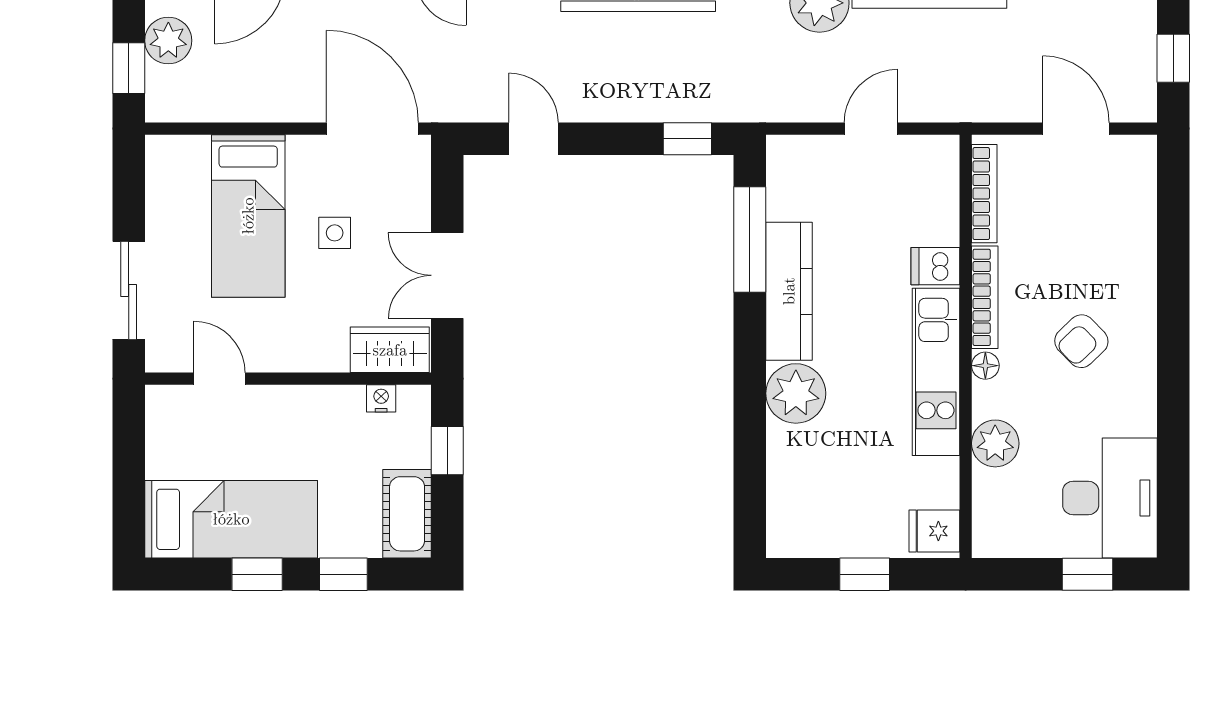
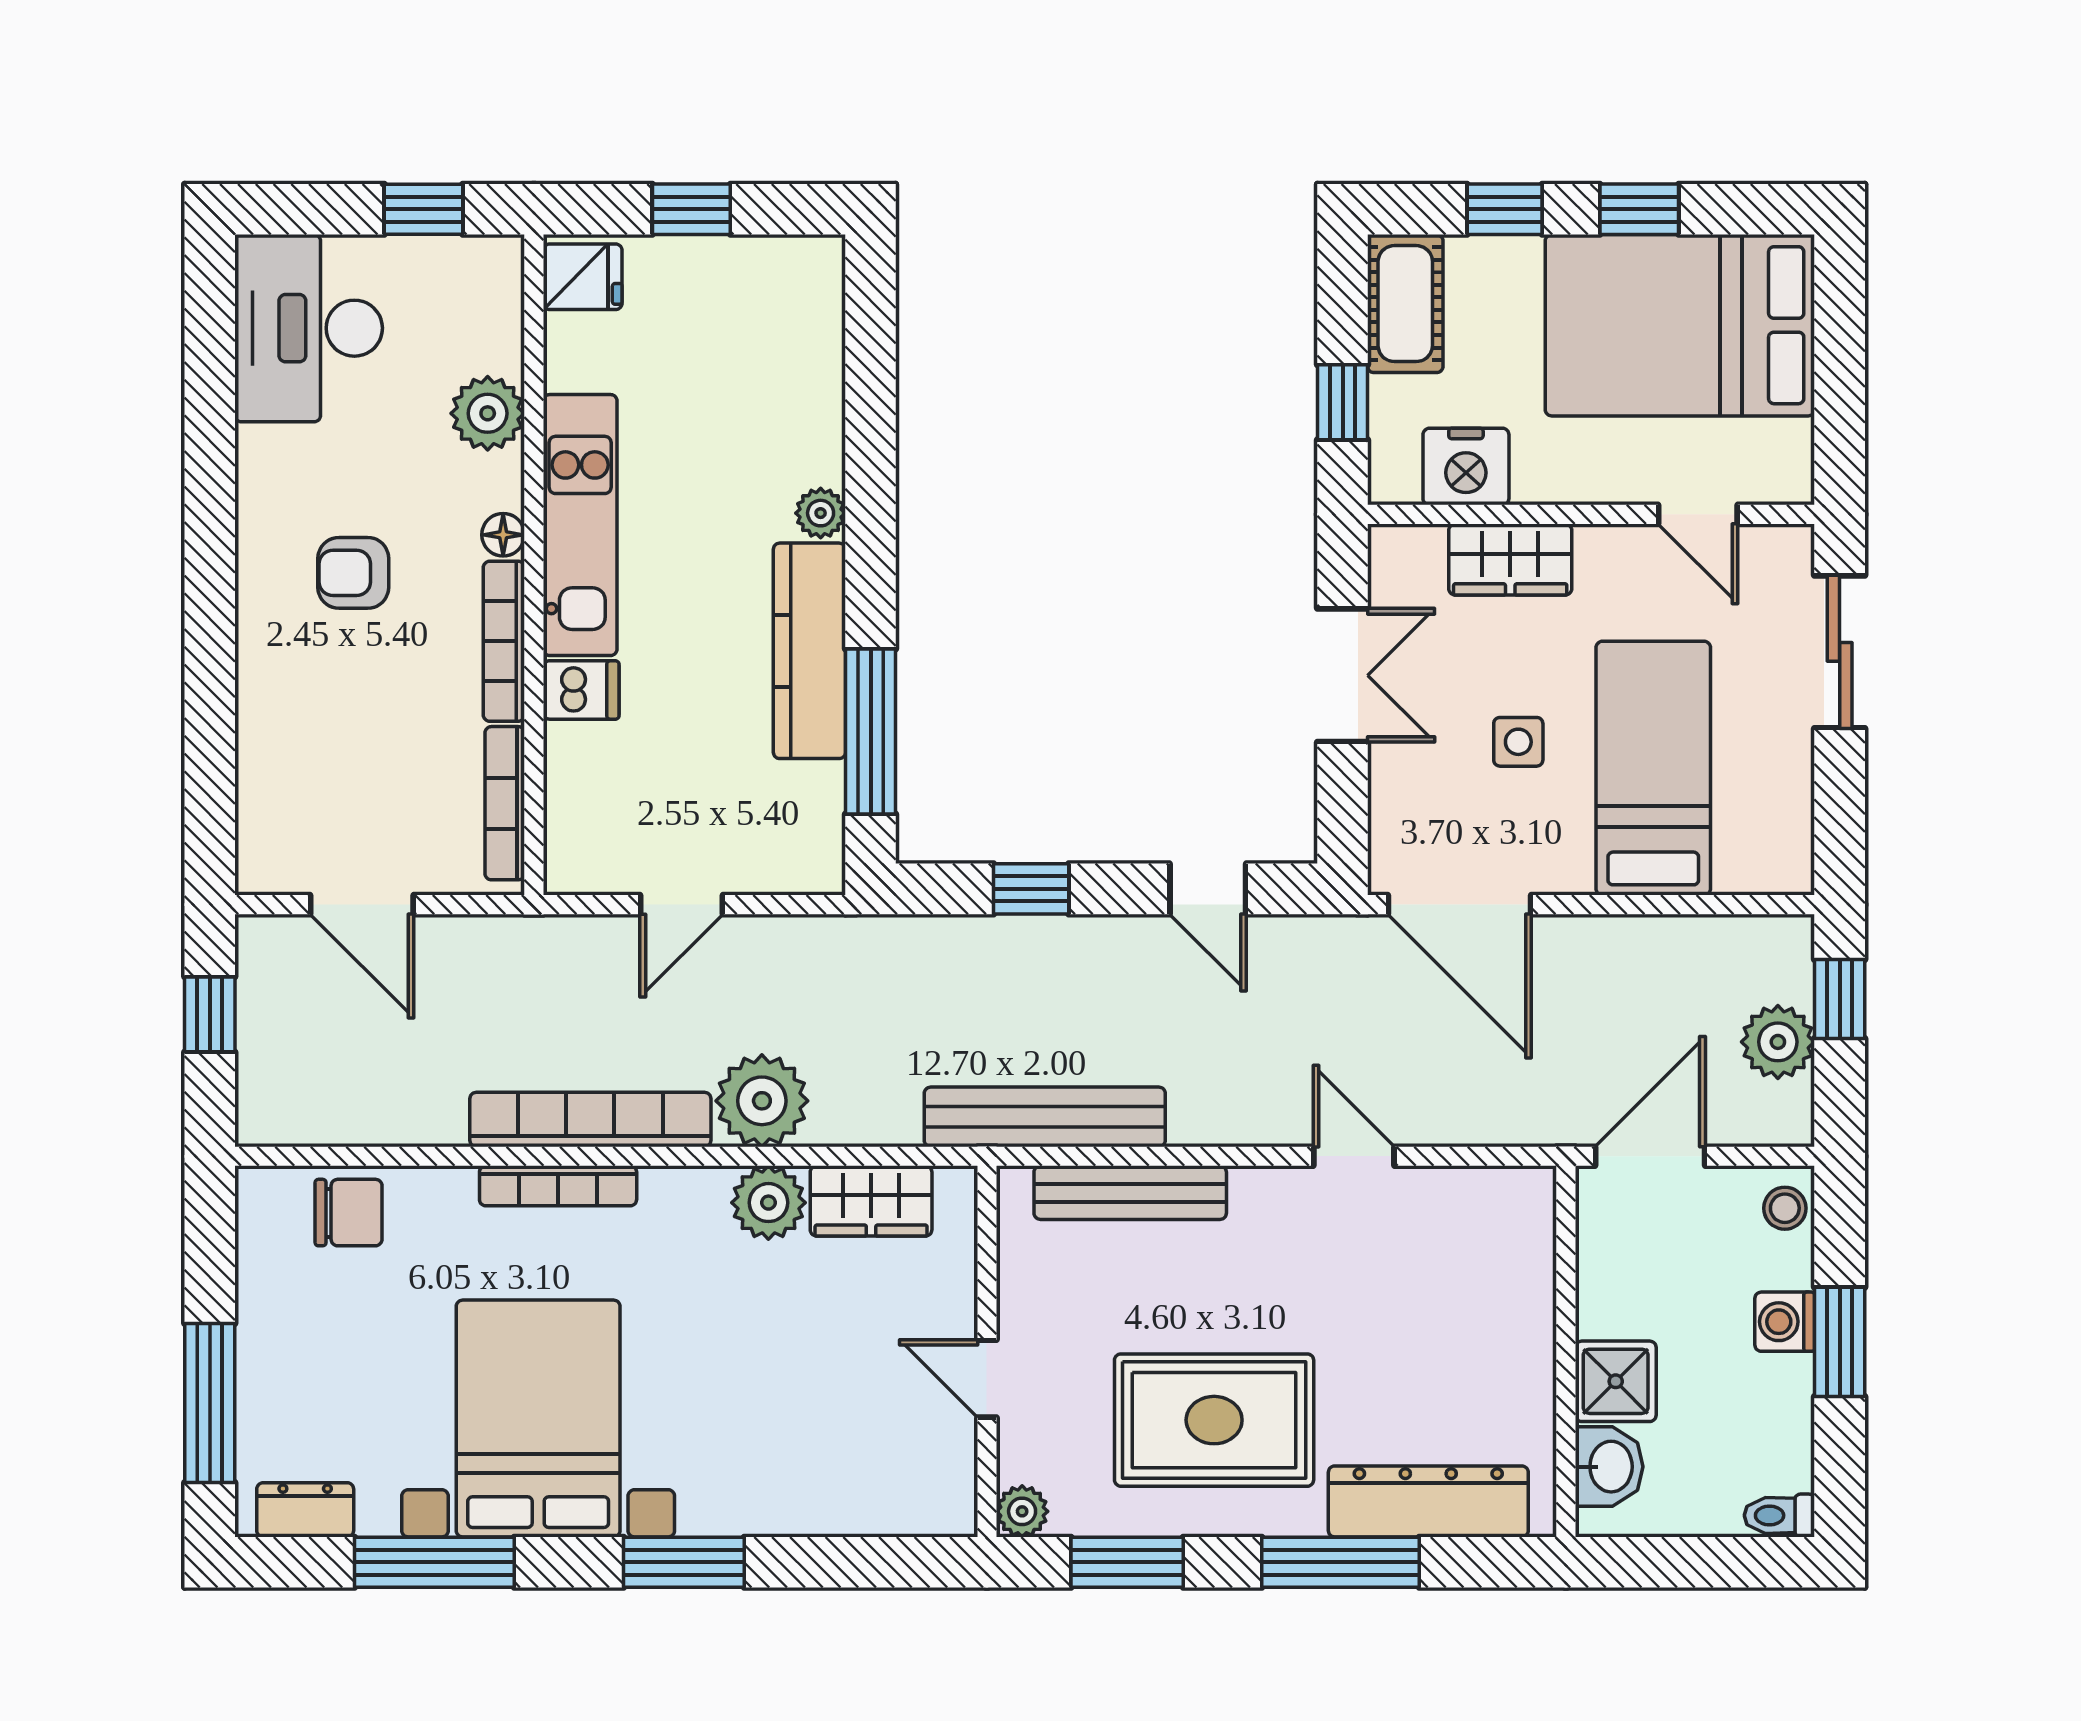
window: (687, 139) -> (1031, 889), moved
armchair: (1081, 341) -> (353, 573), turned -136
wardrobe: (390, 350) -> (1510, 559), moved
plant: (796, 393) -> (821, 513), width x0.53, depth x0.53
nightstand: (381, 398) -> (1466, 467), width x1.89, depth x1.79
bed: (231, 519) -> (1680, 325), width x1.50
window: (1087, 574) -> (423, 209), moved

